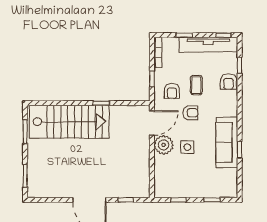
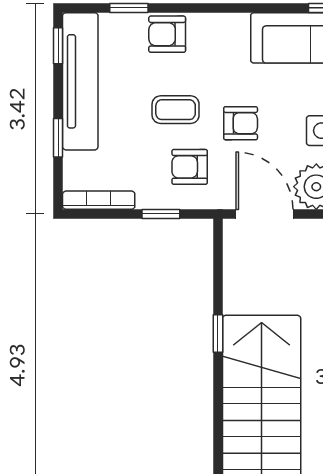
armchair: (228, 82) -> (167, 34), turned 180
armchair: (172, 91) -> (190, 167), turned 180
armchair: (191, 113) -> (241, 123), turned 90

